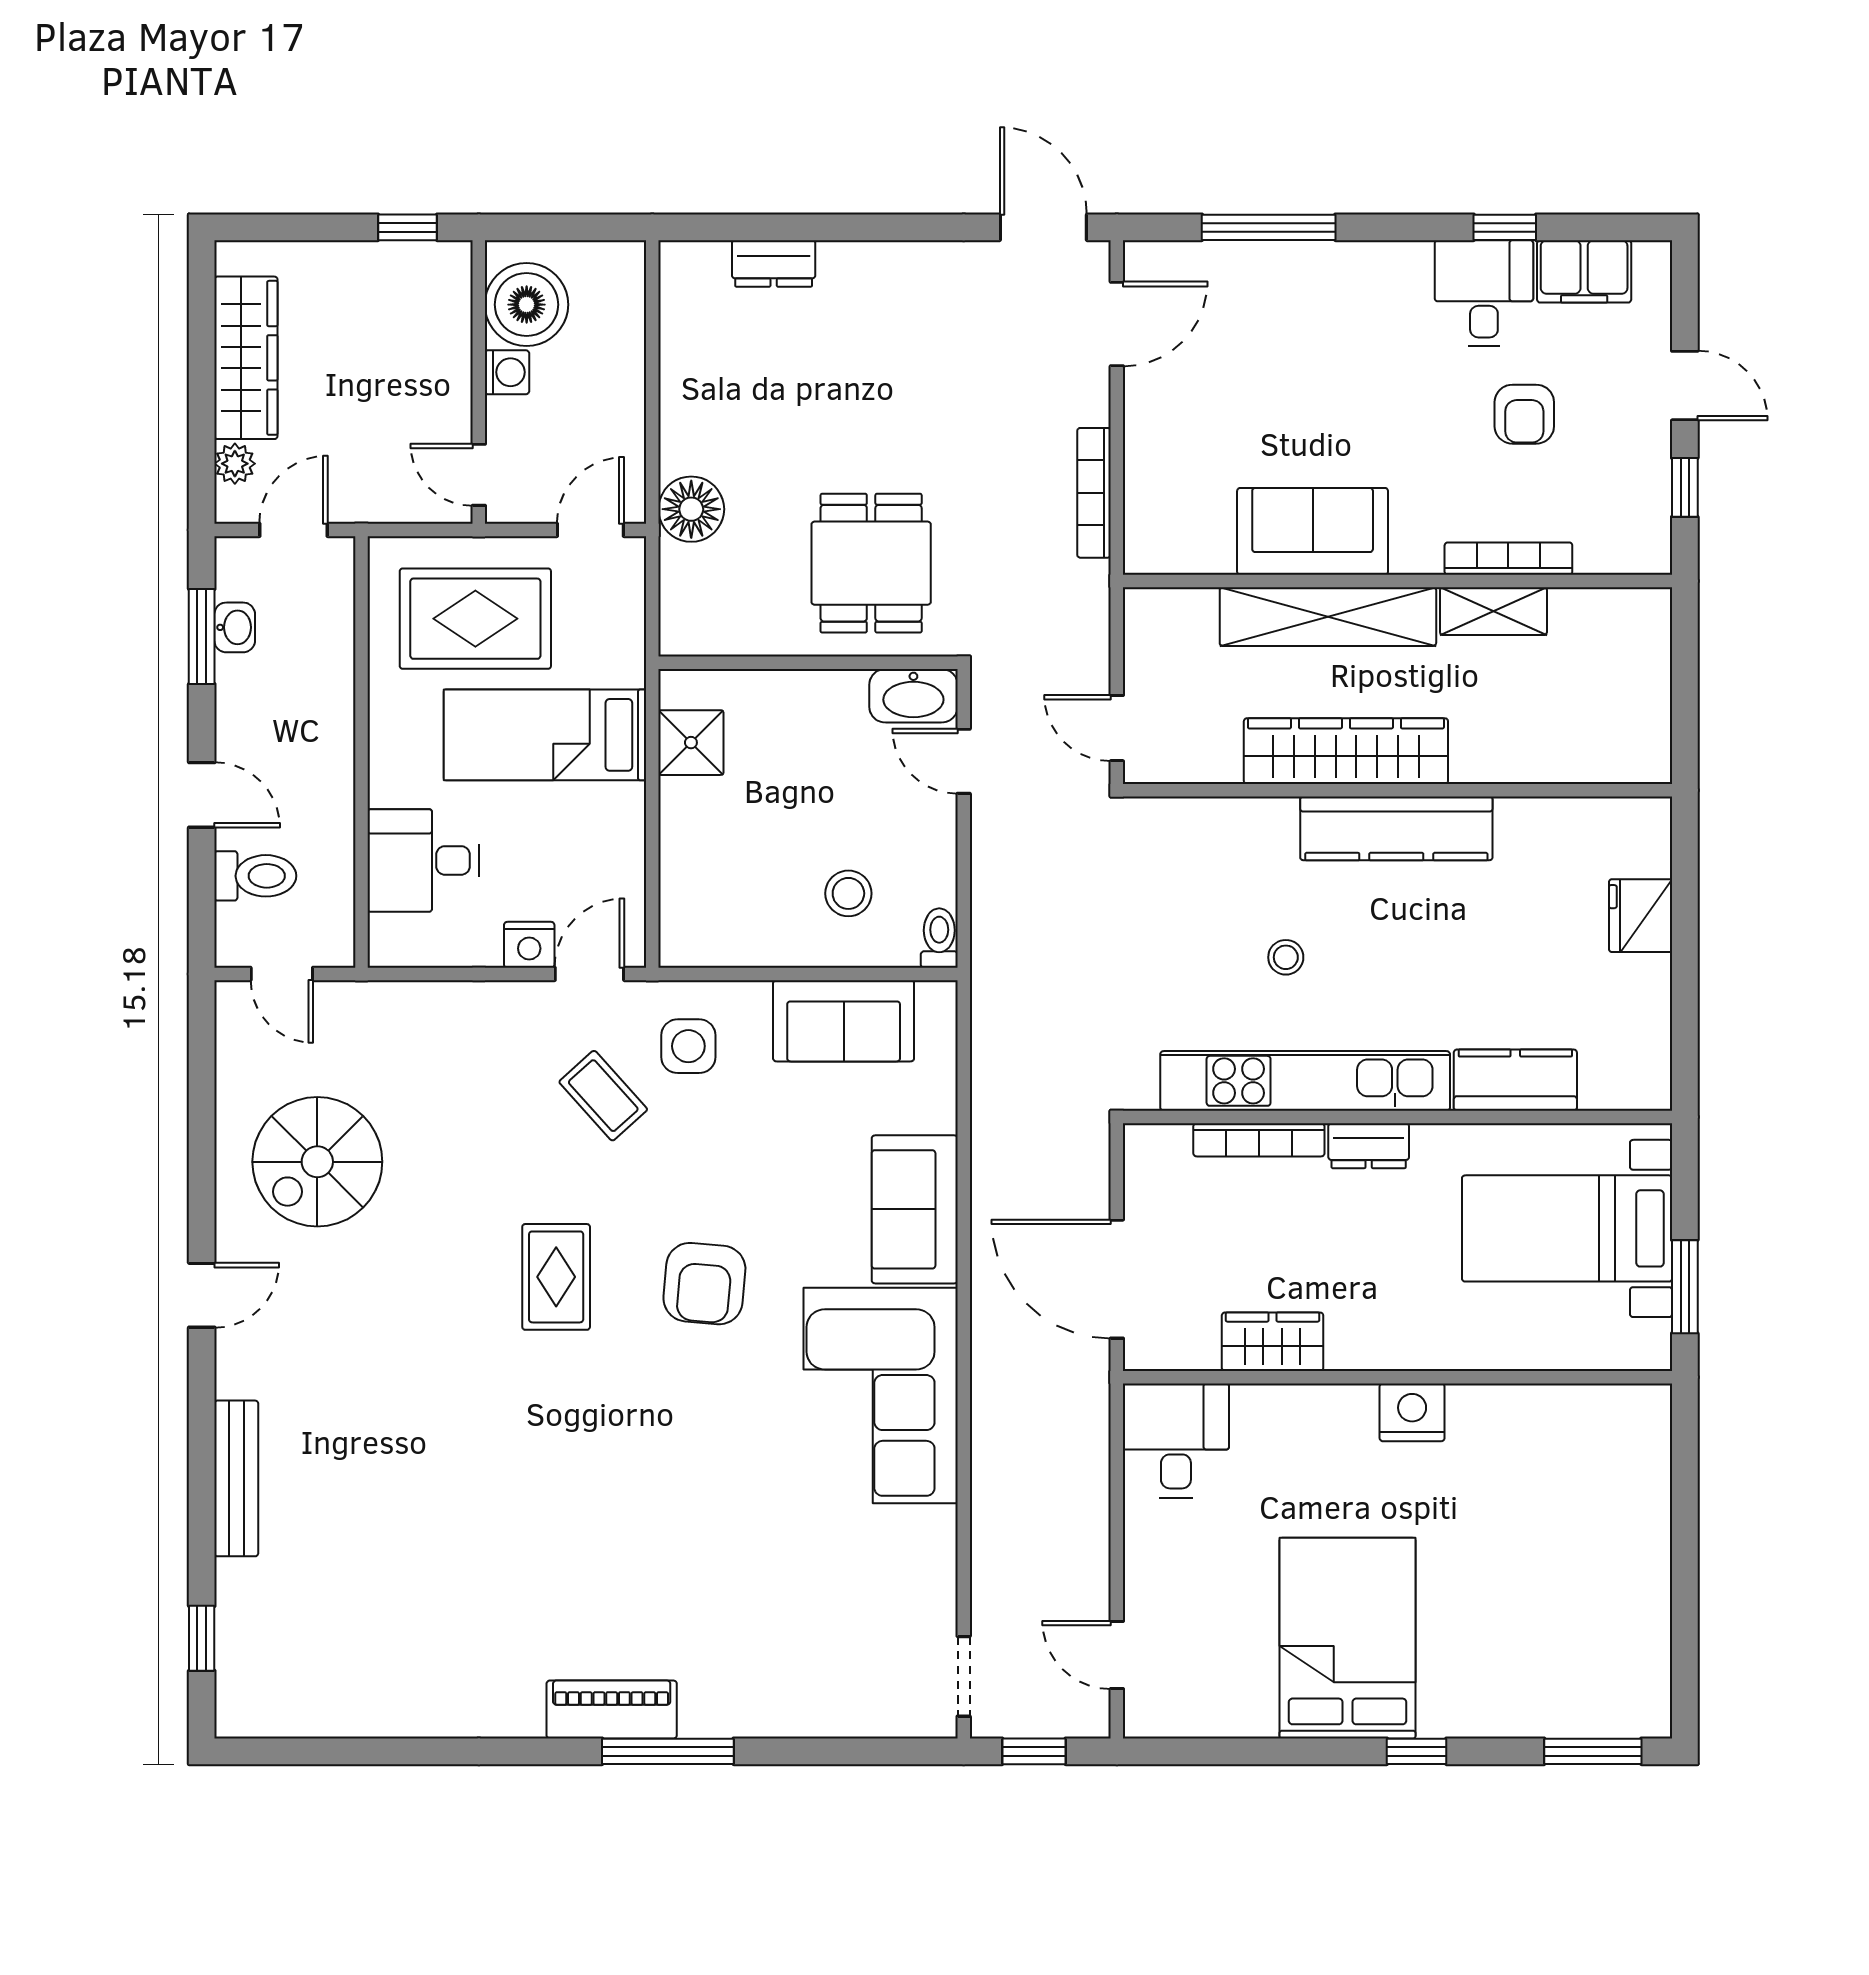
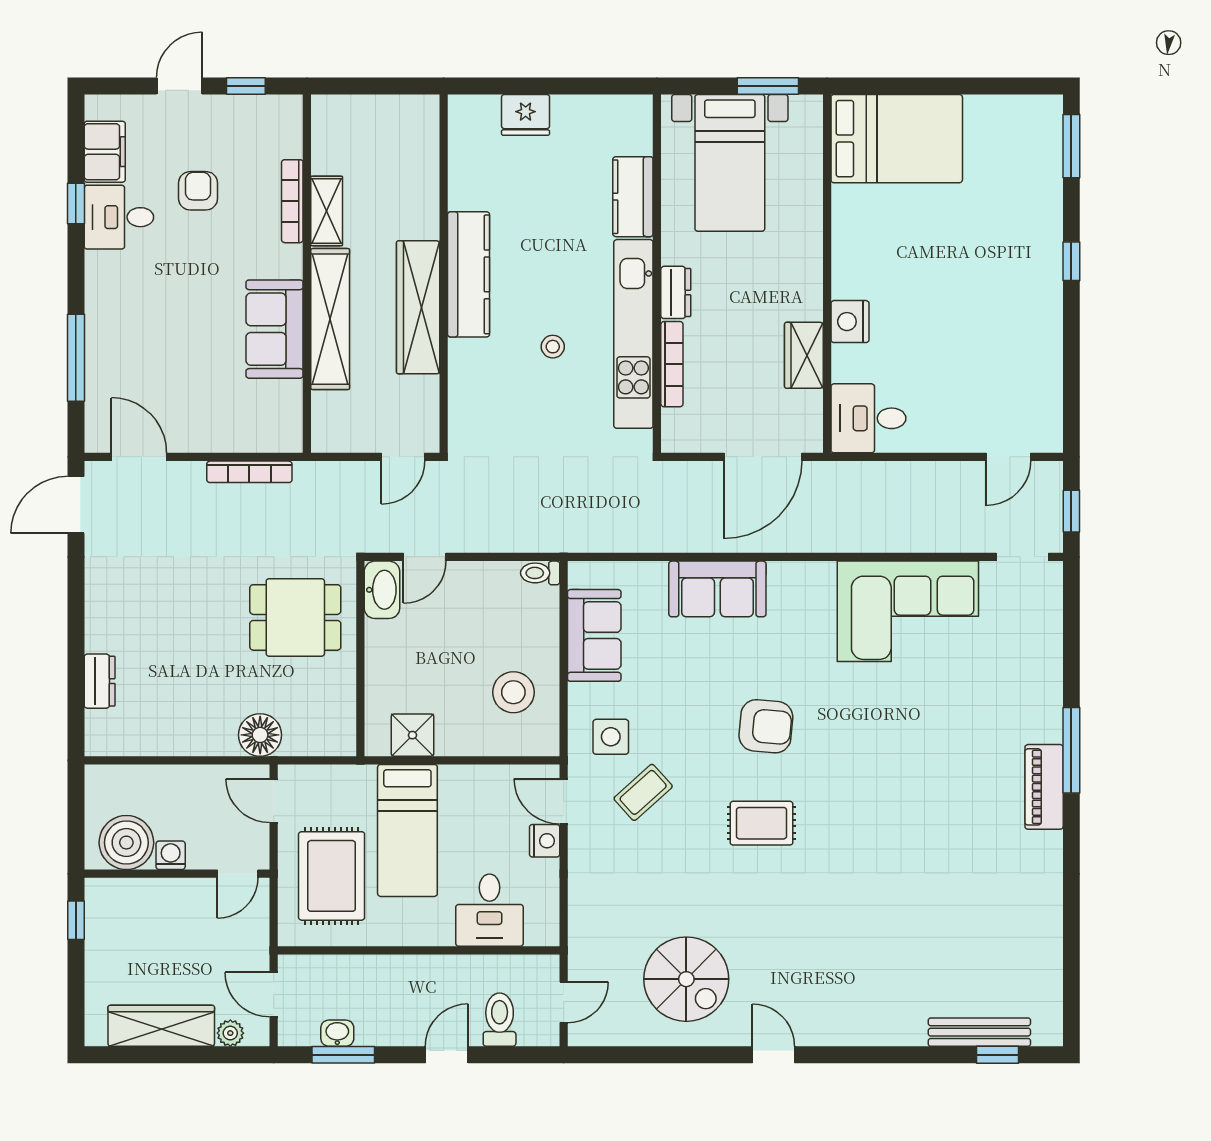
armchair: (1524, 414) -> (198, 191), turned -90
stool: (848, 893) -> (513, 692), moved, width x1.38, depth x1.38
corner sofa: (881, 1395) -> (908, 611), moved
nightstand: (1412, 1412) -> (850, 322), moved
bench: (236, 1478) -> (979, 1032), moved
bed: (1348, 1638) -> (897, 139), moved, turned 180

